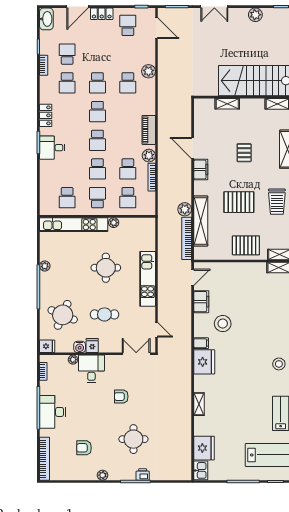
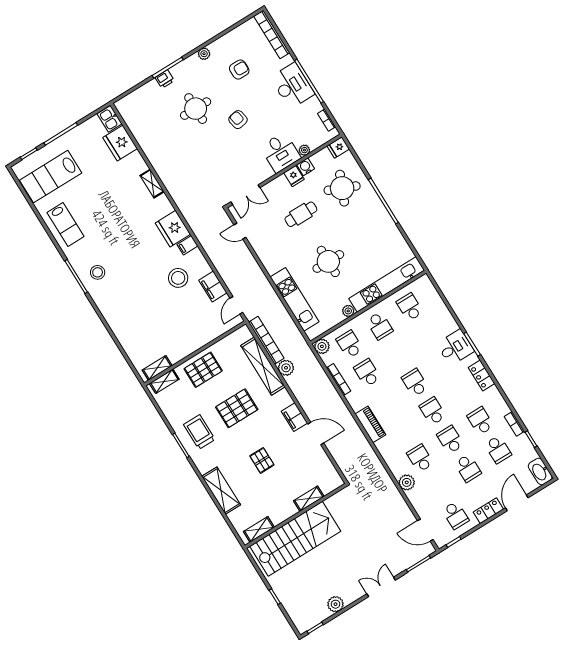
plant: (149, 156) -> (322, 346), moved
school desk: (97, 169) -> (468, 468), moved, turned 180
plant: (45, 266) -> (390, 226), removed
kitchen unit: (148, 279) -> (295, 299), moved
armchair: (121, 397) -> (238, 120), moved, turned -101

